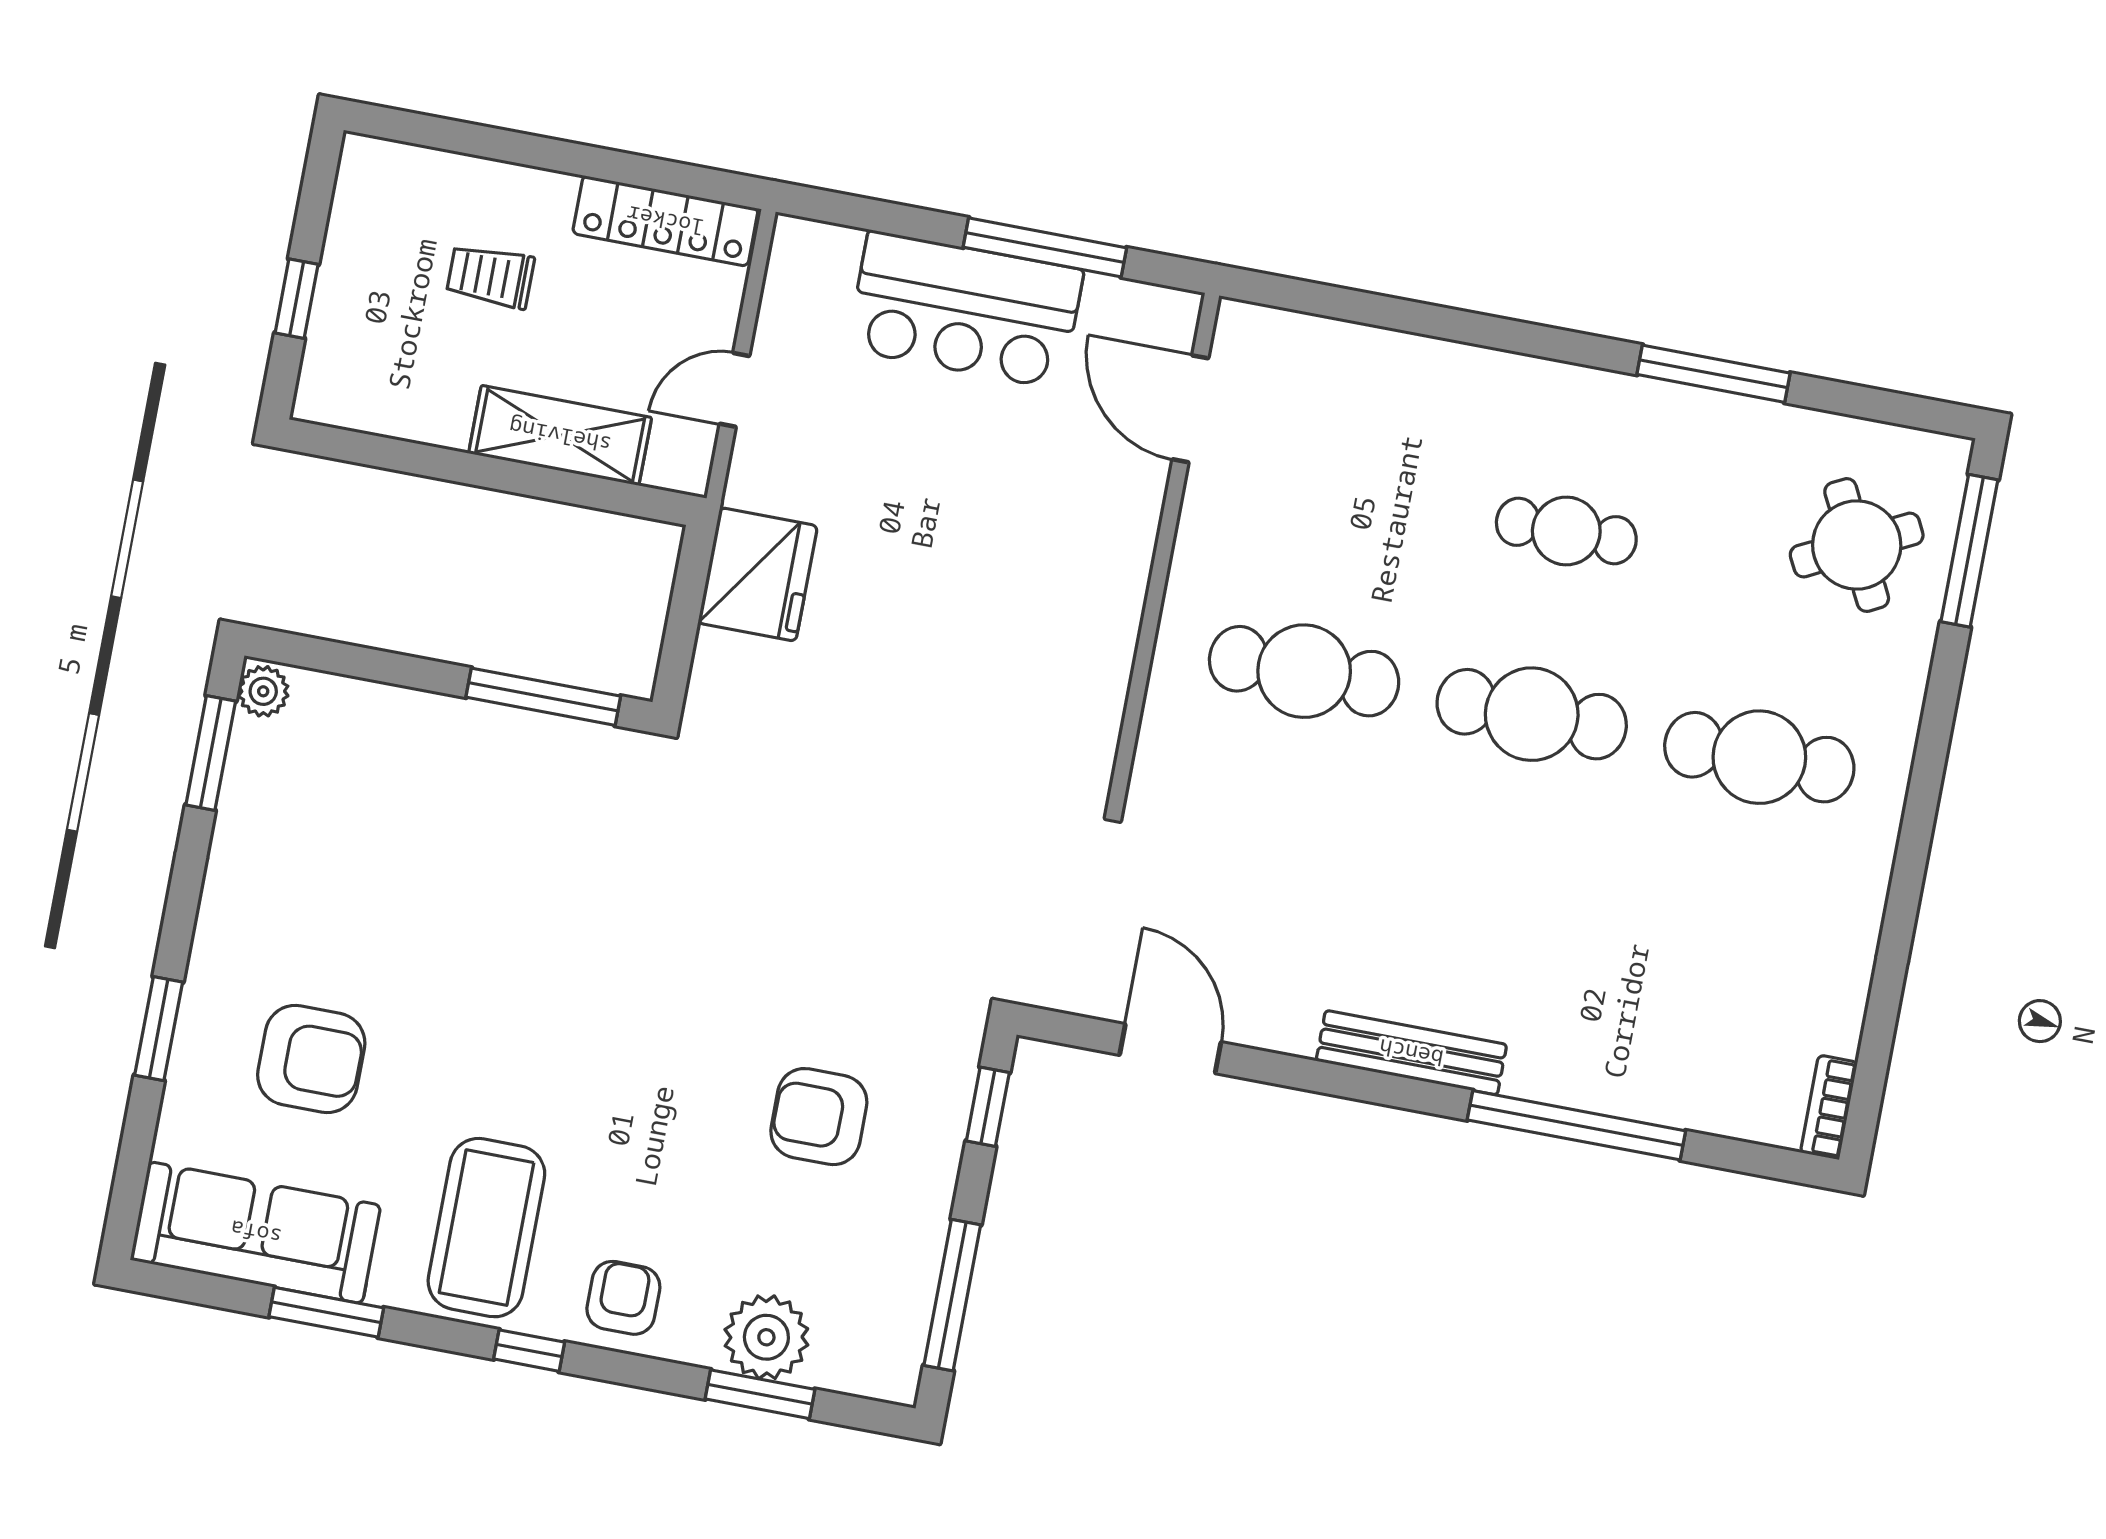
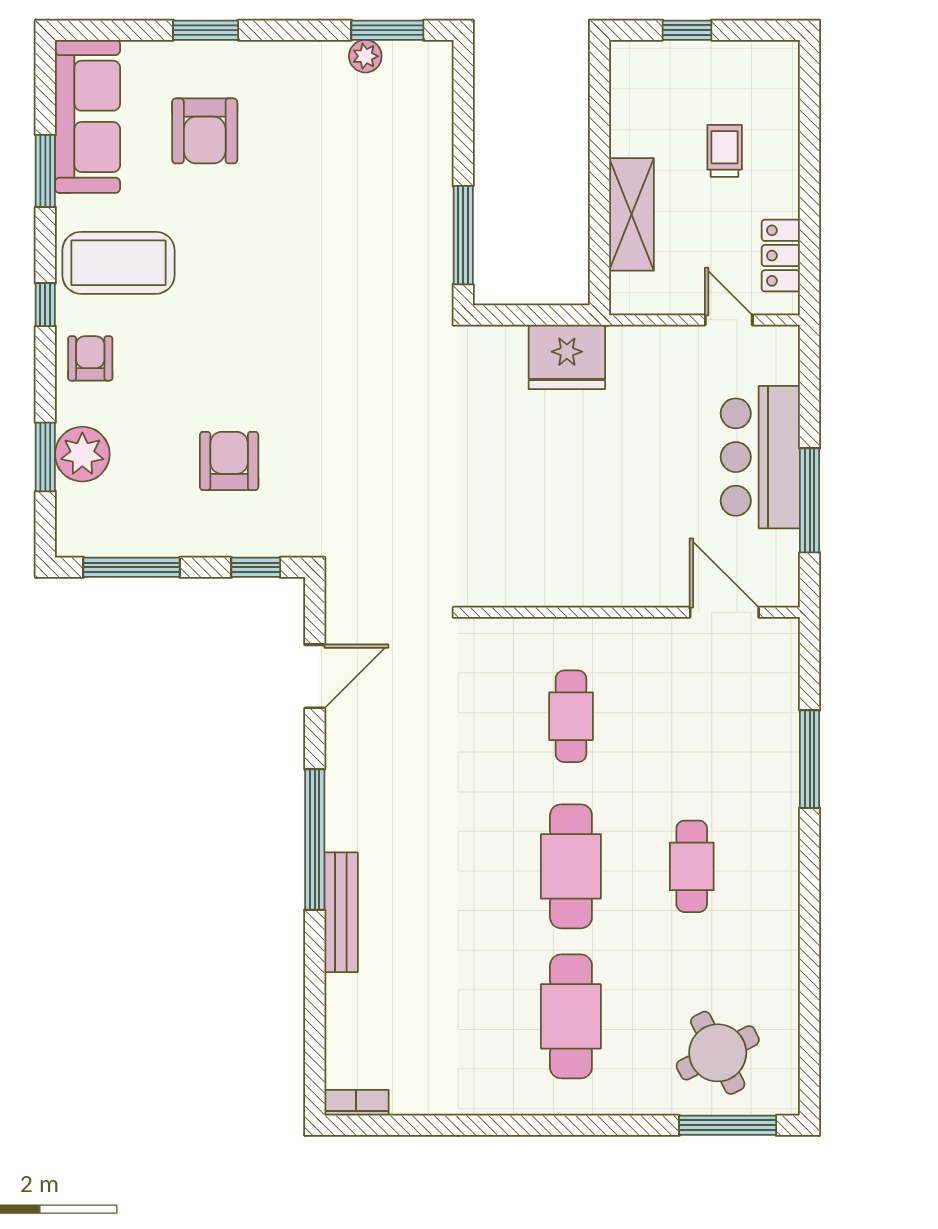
locker: (665, 221) -> (781, 256), width x0.66
window: (1713, 374) -> (810, 759), moved
door: (735, 390) -> (729, 320), moved
door: (1190, 409) -> (724, 612), hinge flipped
cafe table: (1304, 671) -> (571, 716), width x0.73, depth x0.74
plant: (263, 691) -> (365, 56), moved
bench: (1411, 1053) -> (341, 912), moved
window: (1576, 1125) -> (315, 839), moved
armchair: (623, 1298) -> (90, 358), turned -90

